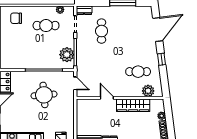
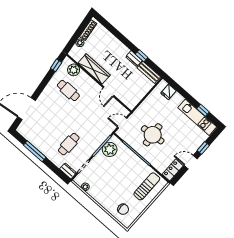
cafe table: (46, 26) -> (106, 184), removed
sun lounger: (14, 52) -> (147, 186), added
window: (162, 59) -> (56, 65), moved
door: (75, 83) -> (122, 123), hinge flipped

